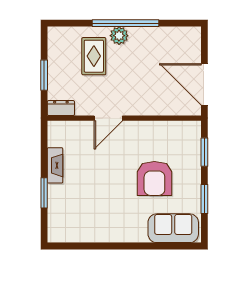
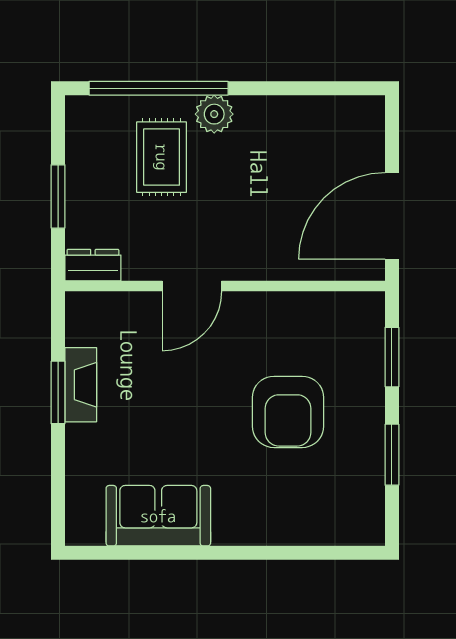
window: (126, 23) -> (159, 88), moved
door: (204, 84) -> (392, 216), hinge flipped
window: (44, 193) -> (58, 392), moved
sofa: (173, 228) -> (158, 516), moved

